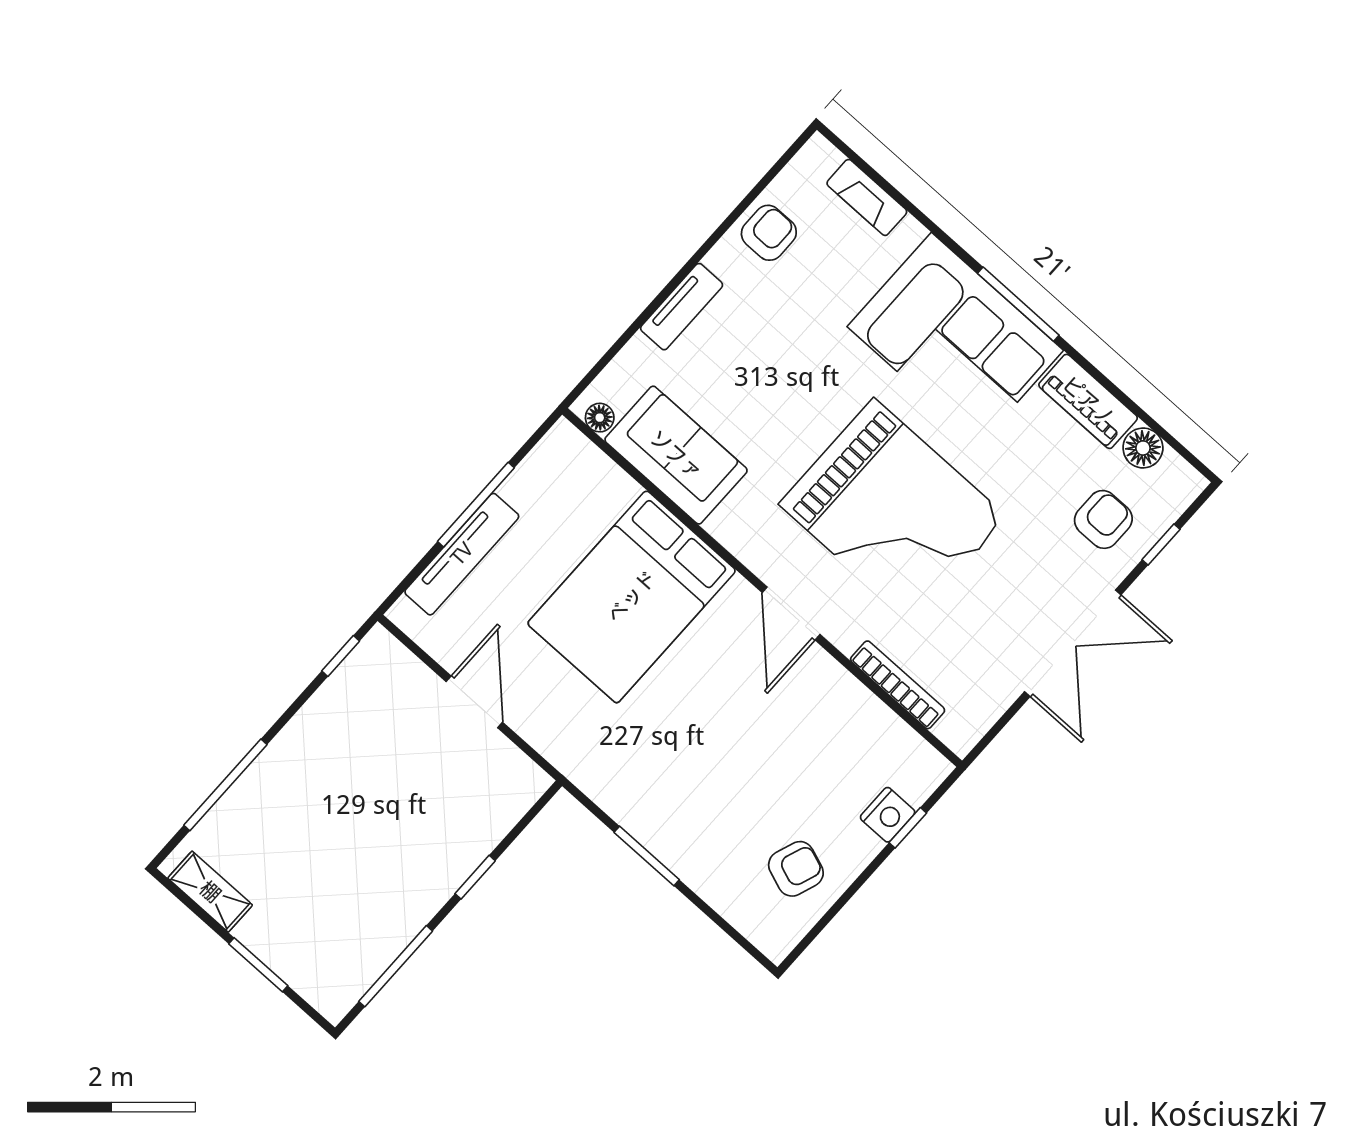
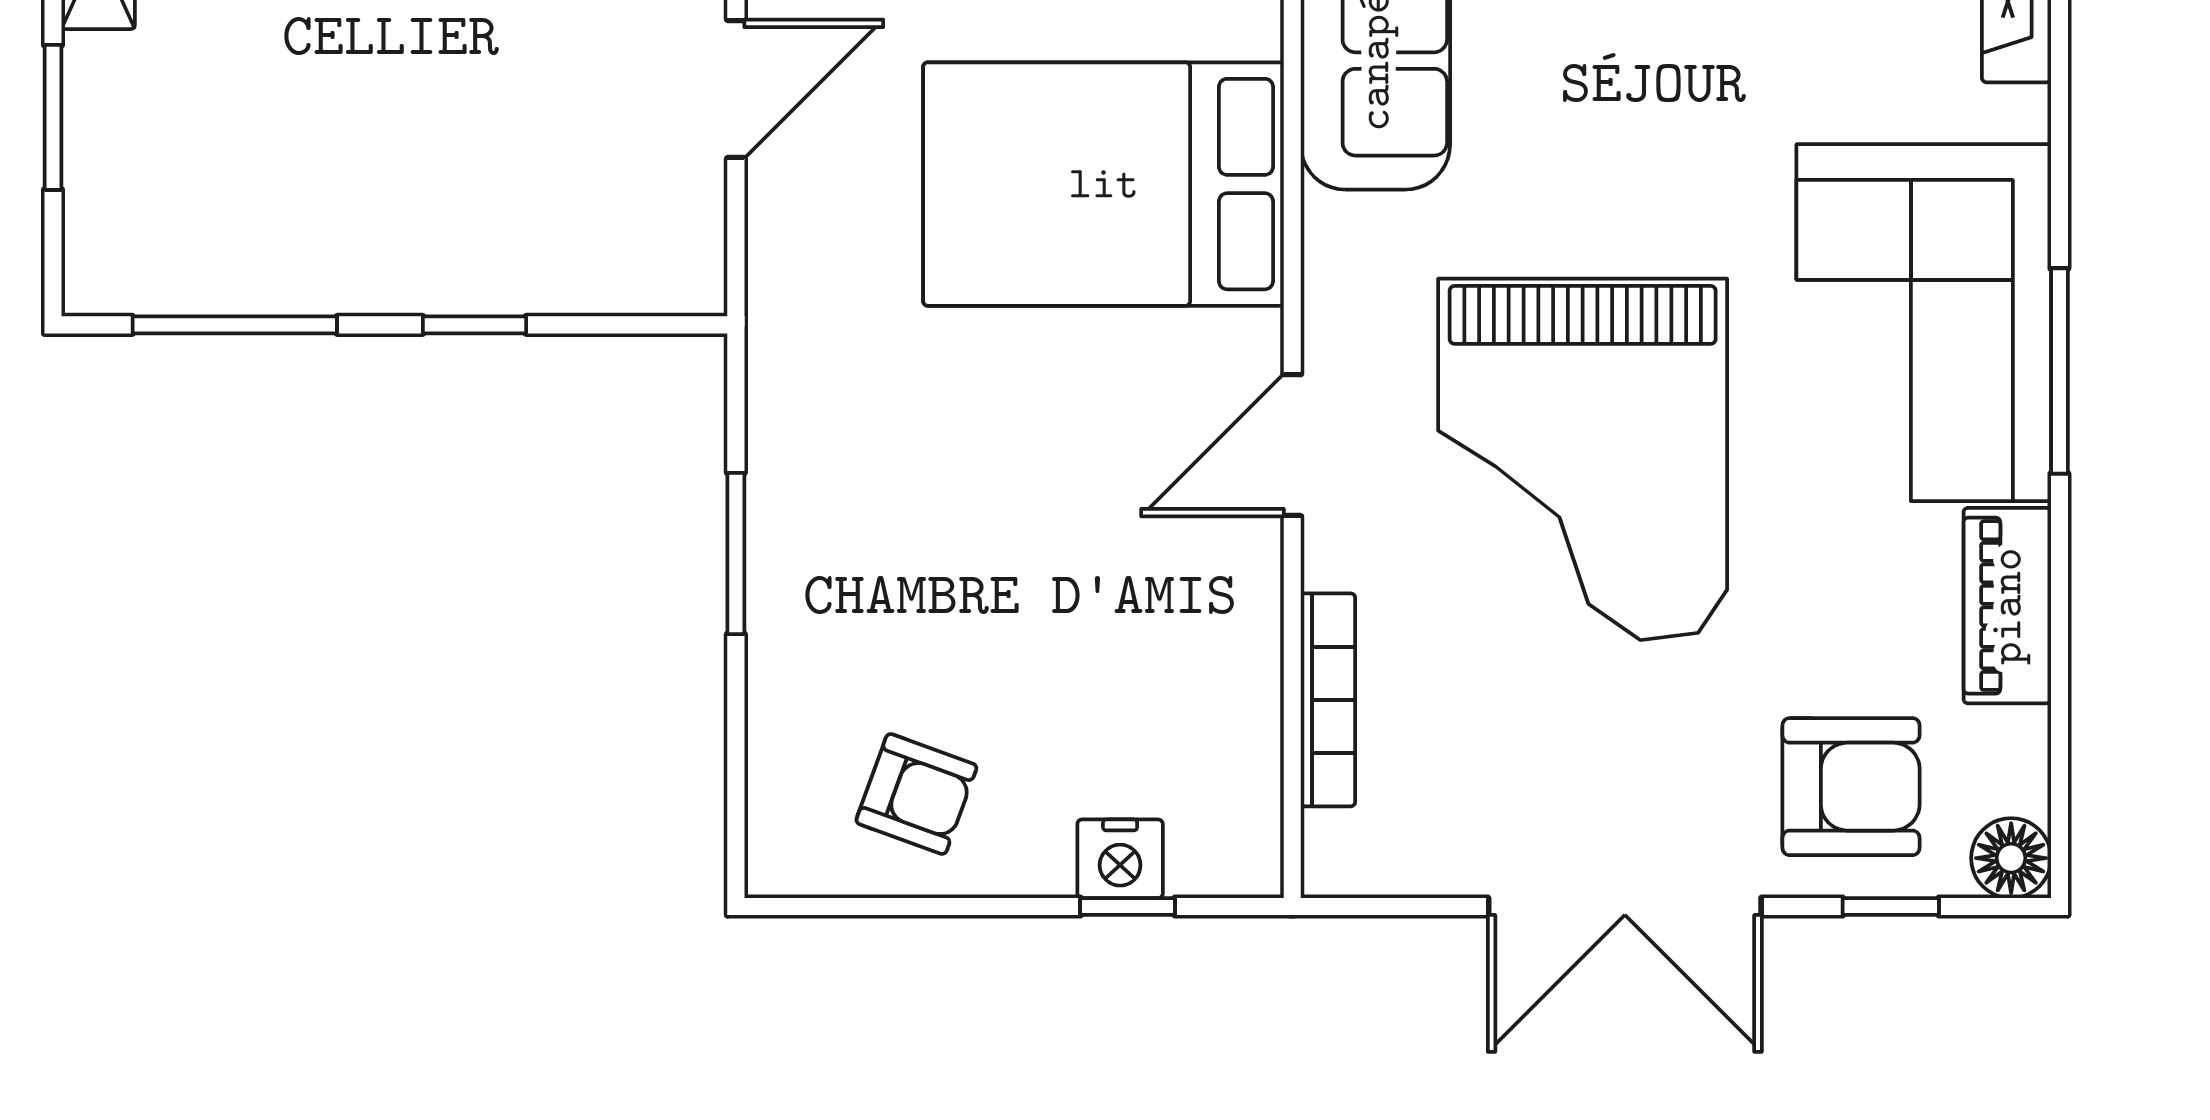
floor lamp: (1143, 448) -> (2011, 858), moved
armchair: (1103, 519) -> (1851, 787), width x1.38, depth x1.38

